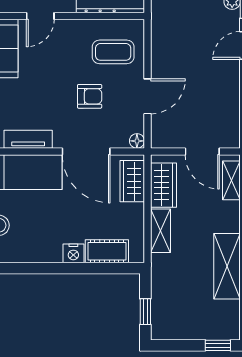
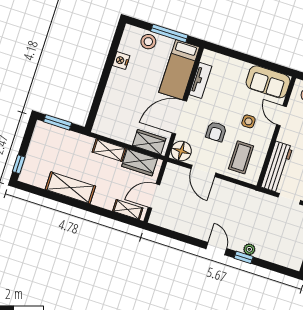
side table: (62, 58) -> (248, 121), added
floor lamp: (137, 141) -> (181, 151), width x1.89, depth x1.89
cot: (107, 251) -> (107, 109), removed
nightstand: (73, 253) -> (121, 61), moved
window: (145, 312) -> (58, 122), width x1.50

